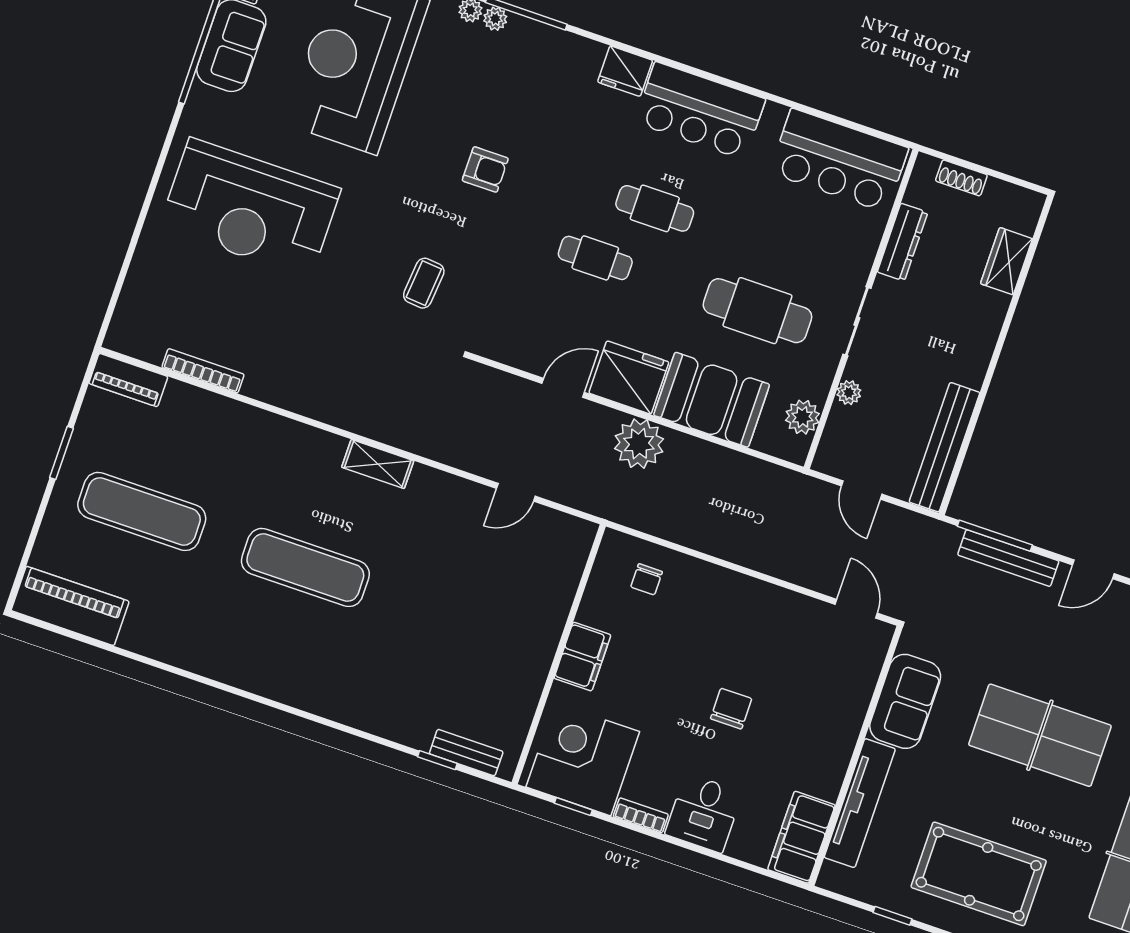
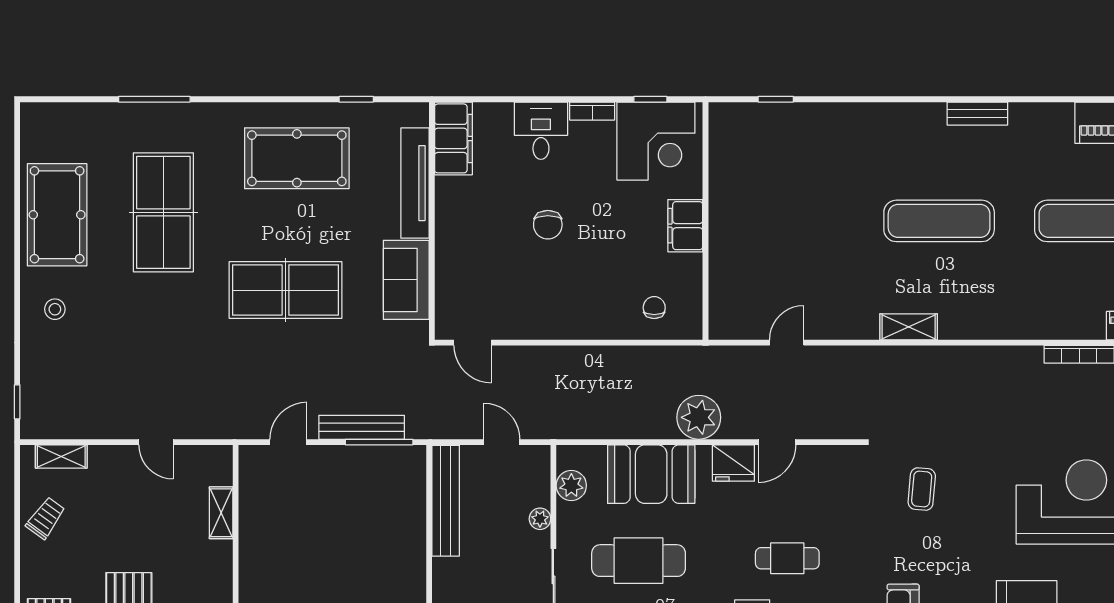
fridge: (629, 377) -> (733, 463), width x0.73, depth x0.75
bench: (466, 753) -> (977, 114), moved

